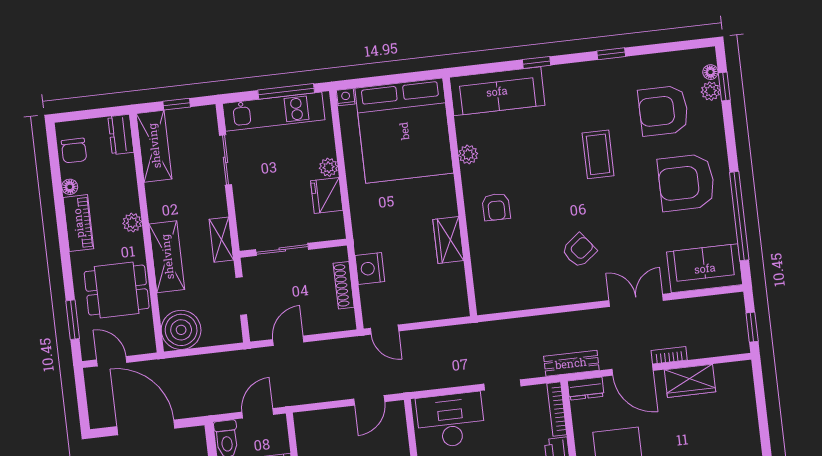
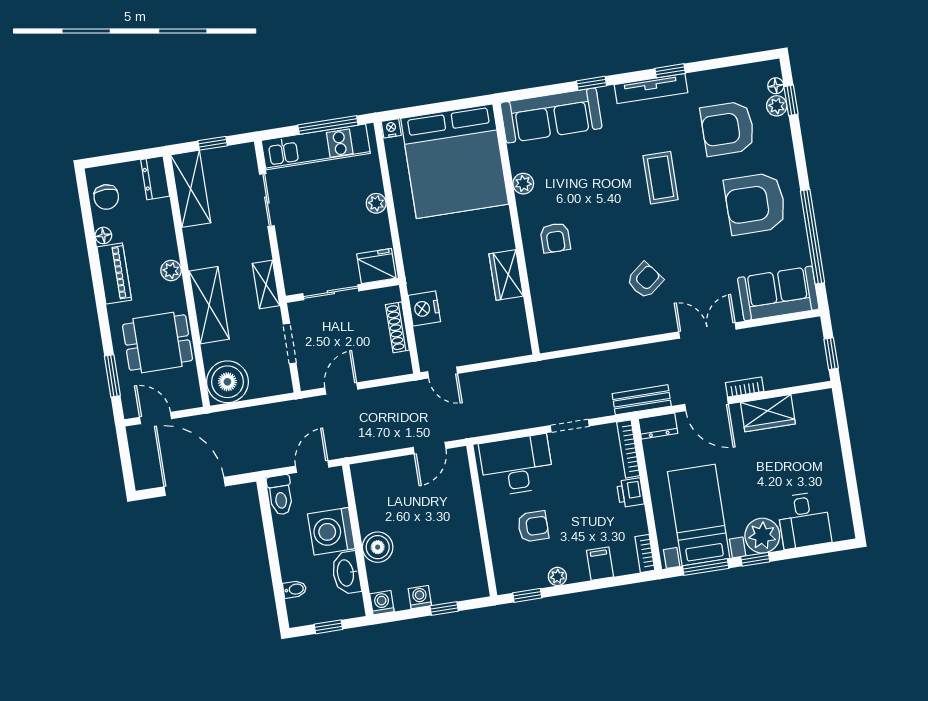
tv unit: (592, 70) -> (651, 89), added
fridge: (327, 195) -> (376, 266), moved, turned 90

